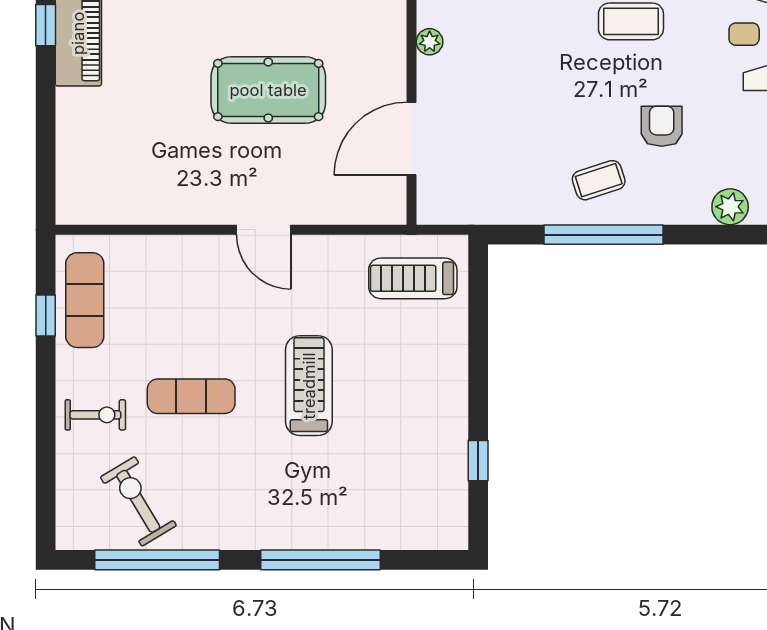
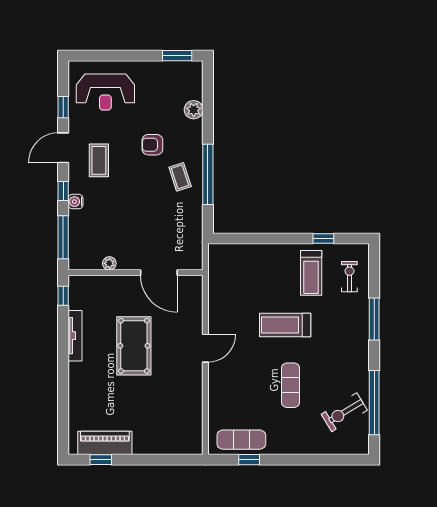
treadmill: (413, 278) -> (311, 273), moved
exercise bike: (95, 415) -> (349, 277), moved
window: (321, 560) -> (374, 319), width x0.68

